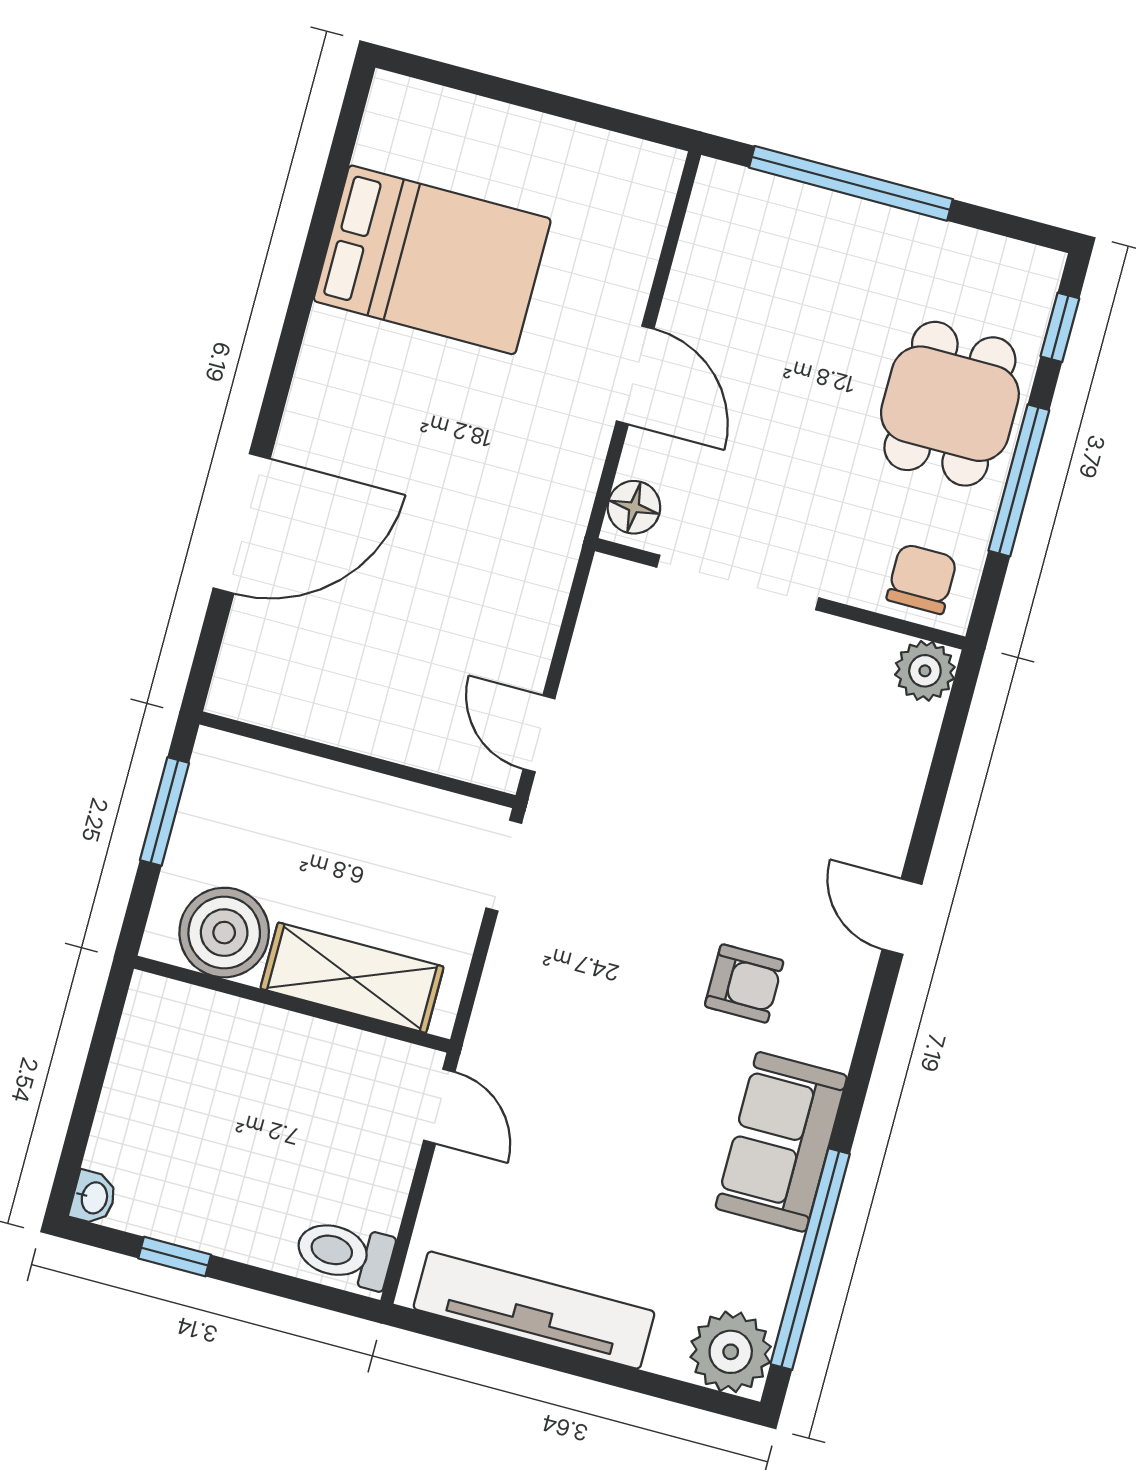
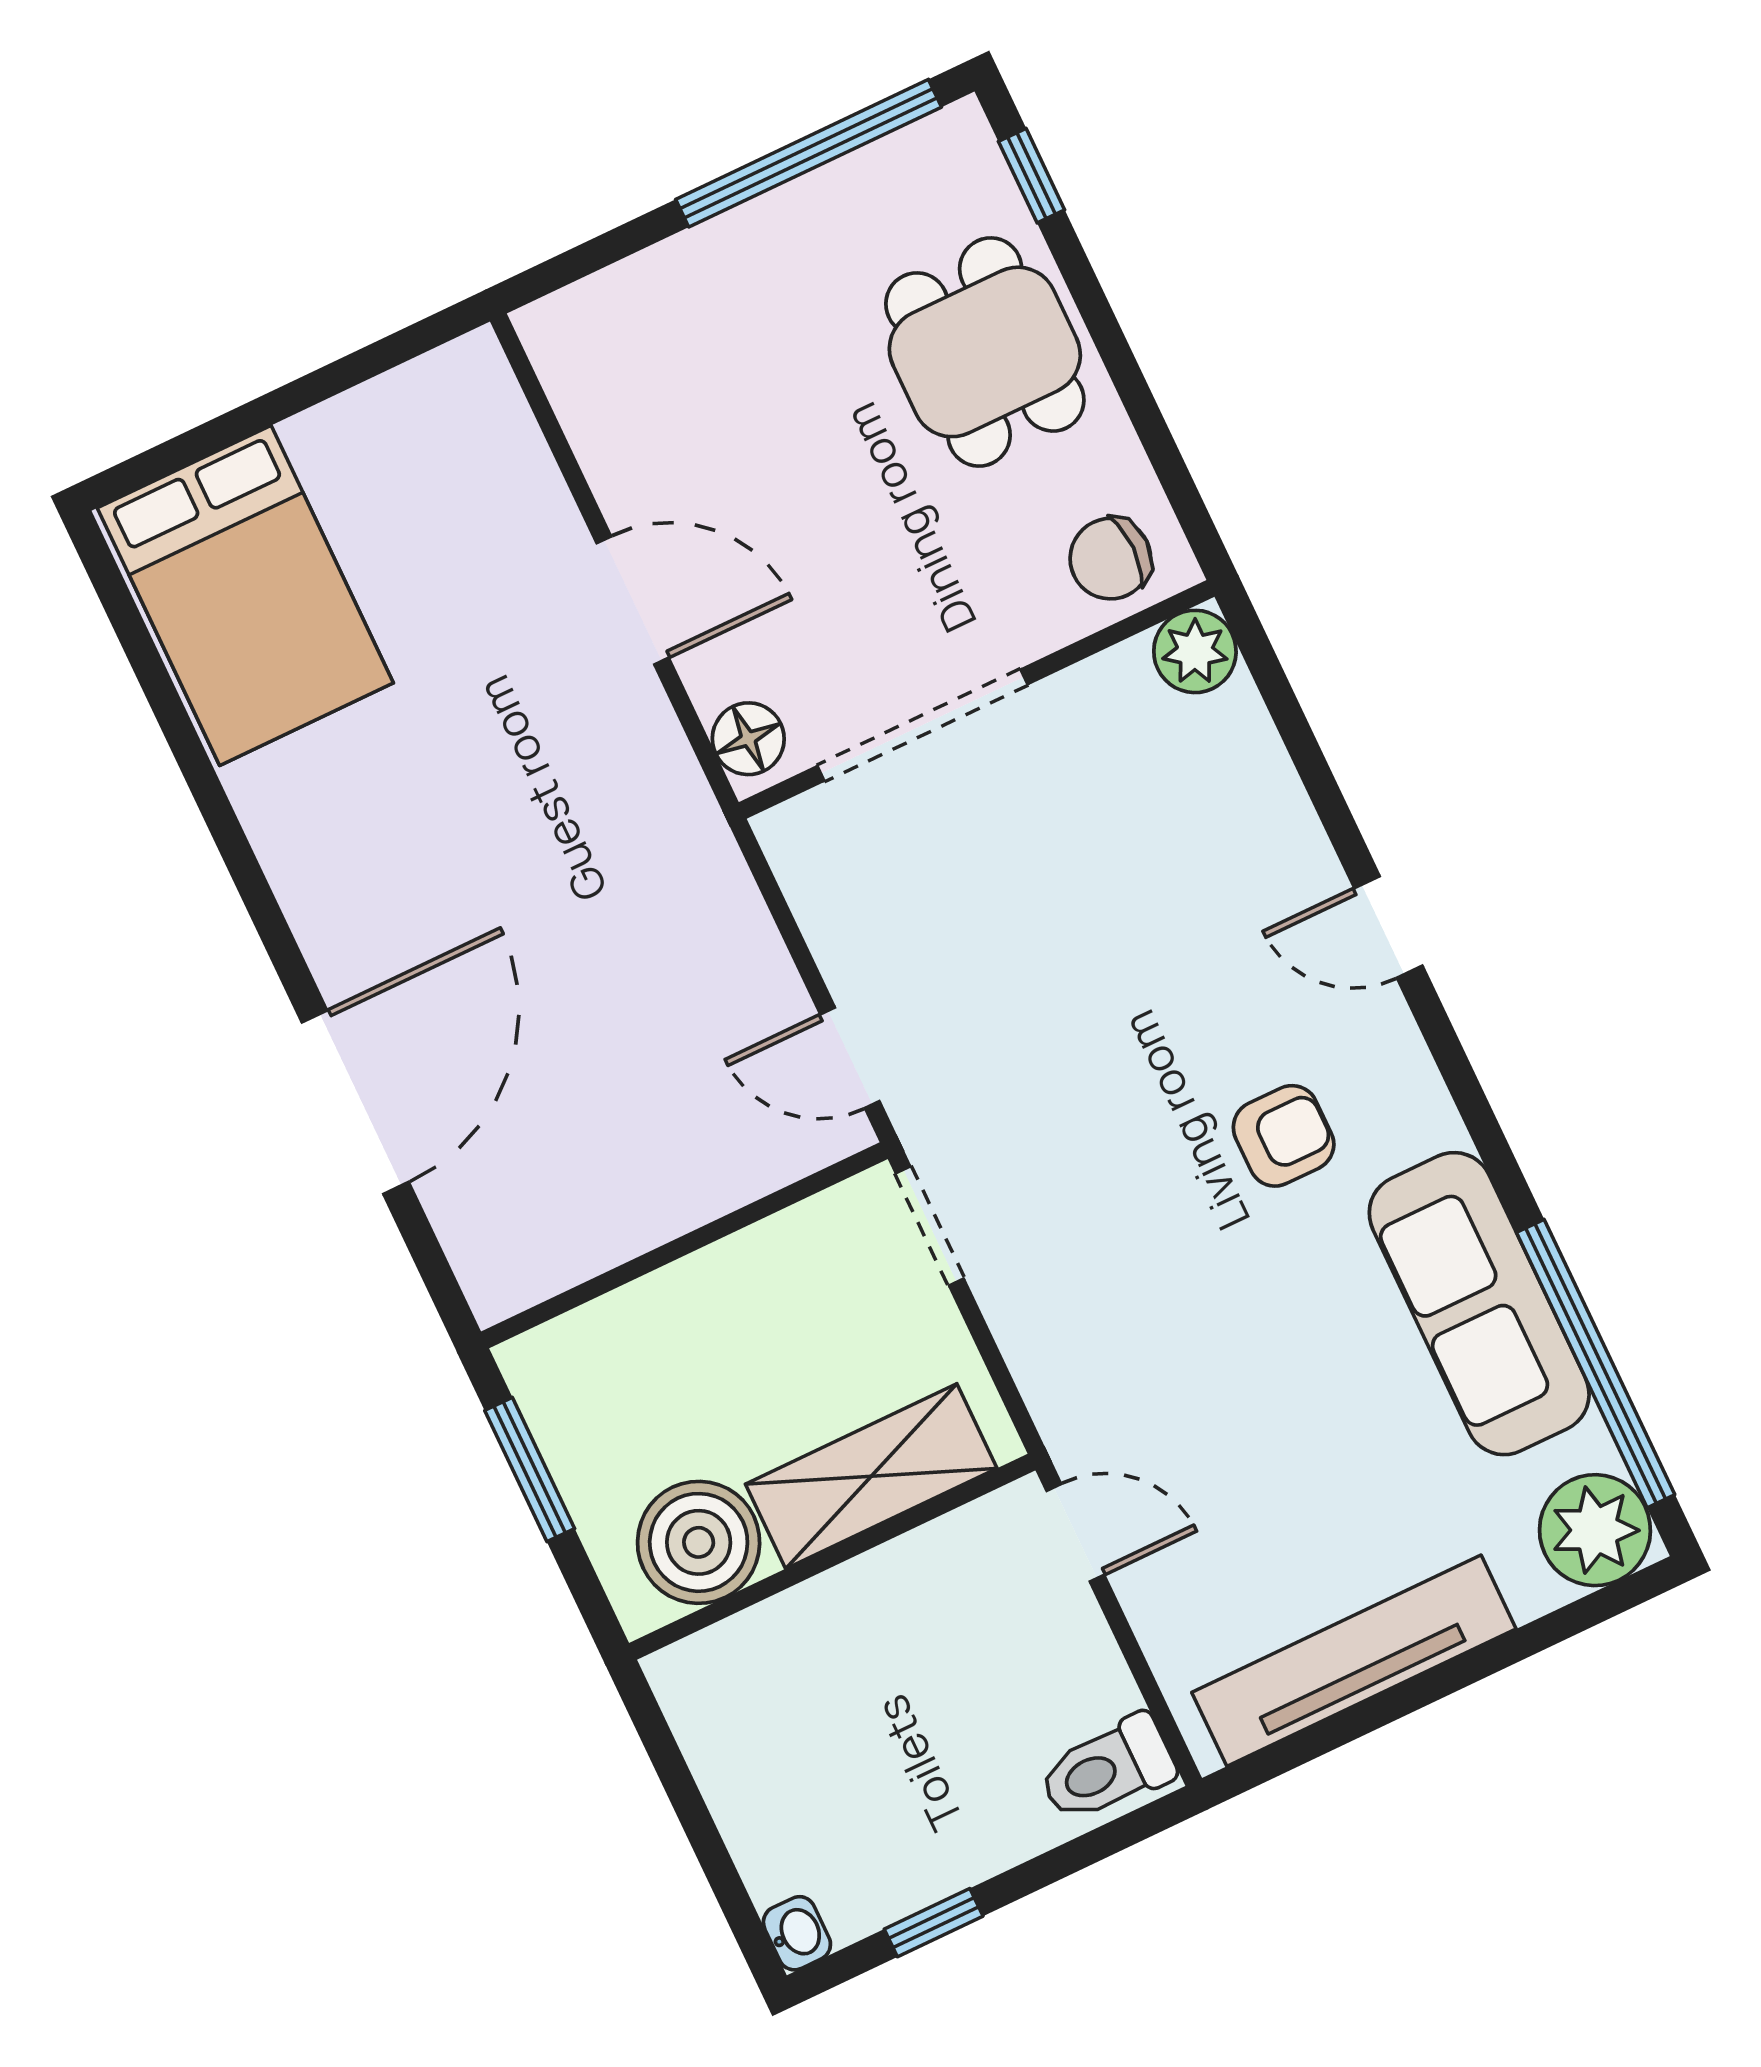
window: (851, 183) -> (809, 153), moved
bed: (432, 260) -> (245, 595), moved, turned 90
window: (1019, 480) -> (1124, 371), removed
chair: (922, 579) -> (1110, 559), turned -90
sofa: (781, 1142) -> (1479, 1304), width x1.36

